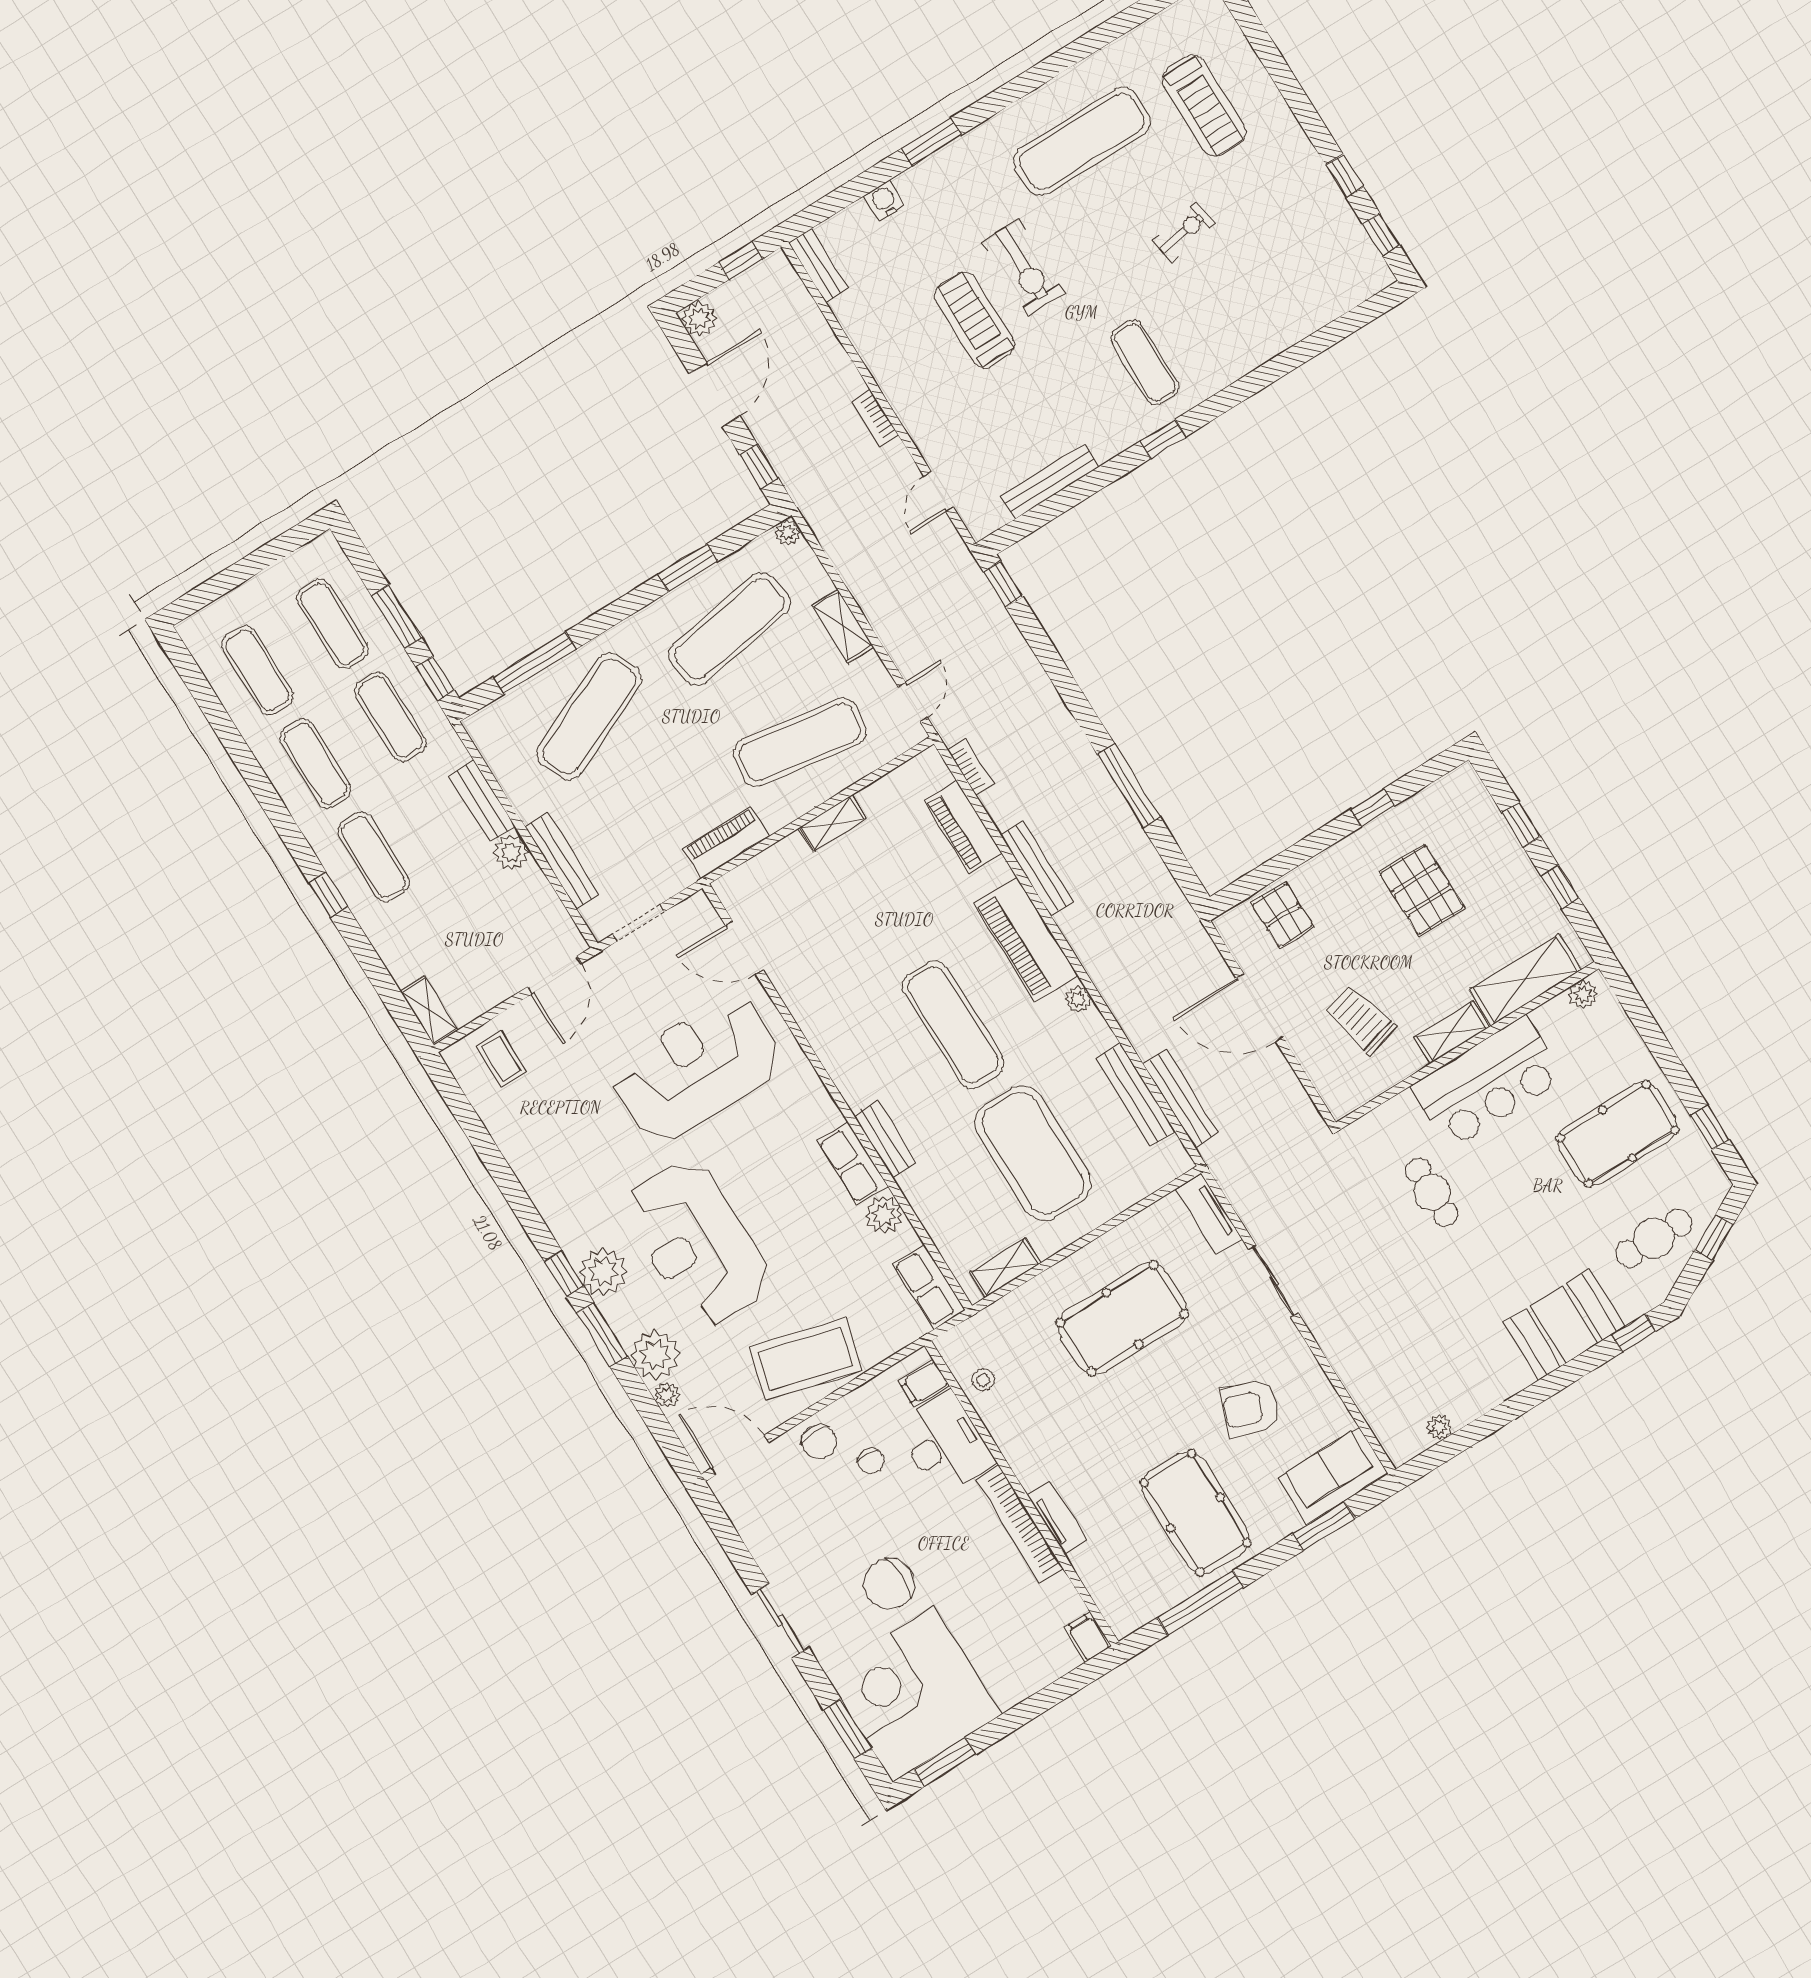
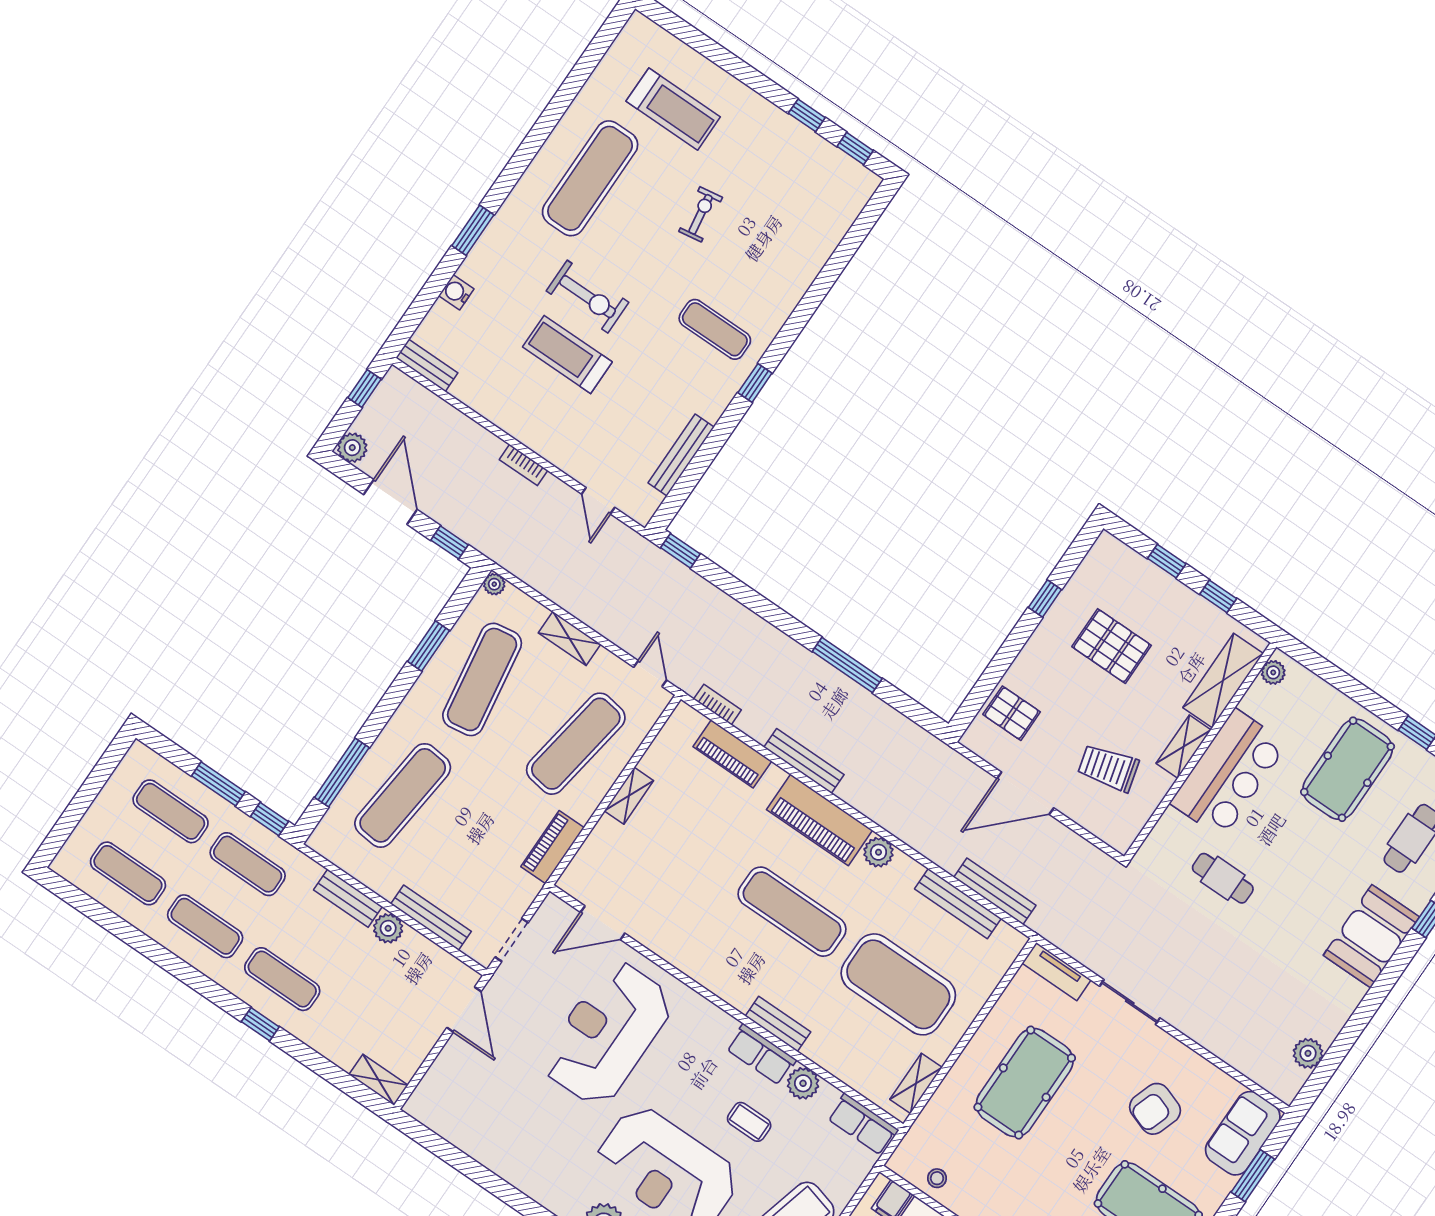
exercise mat: (589, 716) -> (403, 795), turned 30
plant: (1078, 999) -> (878, 852), width x1.38, depth x1.38
coffee table: (502, 1059) -> (749, 1122), moved
plant: (1439, 1427) -> (1308, 1053), width x1.38, depth x1.38

